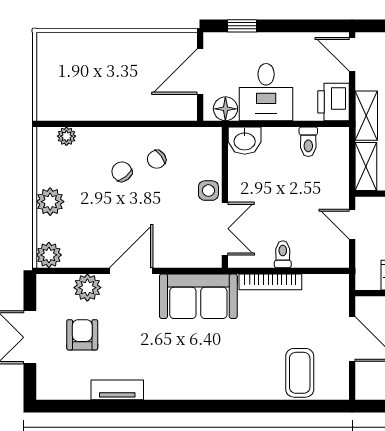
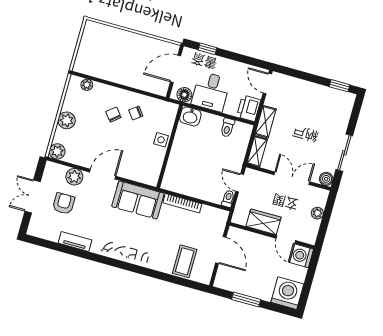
double door: (225, 229) -> (164, 165), removed
toilet: (283, 254) -> (228, 199), moved

